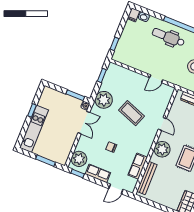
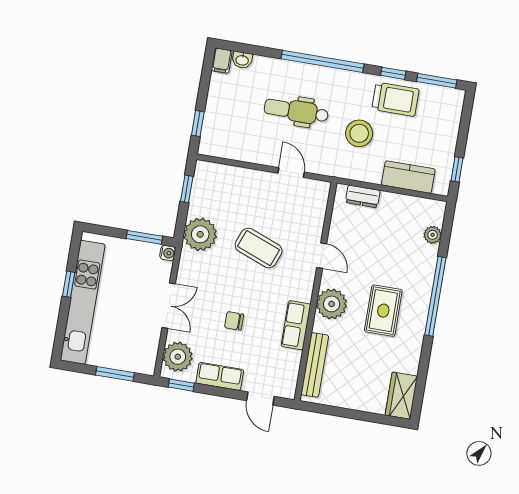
dental chair: (168, 37) -> (296, 111), moved
door: (156, 79) -> (291, 173), swing flipped
double door: (84, 123) -> (169, 306), moved
kitchen unit: (34, 129) -> (83, 302), width x1.36
row of seats: (138, 166) -> (296, 325), moved
door: (116, 189) -> (260, 399), hinge flipped

